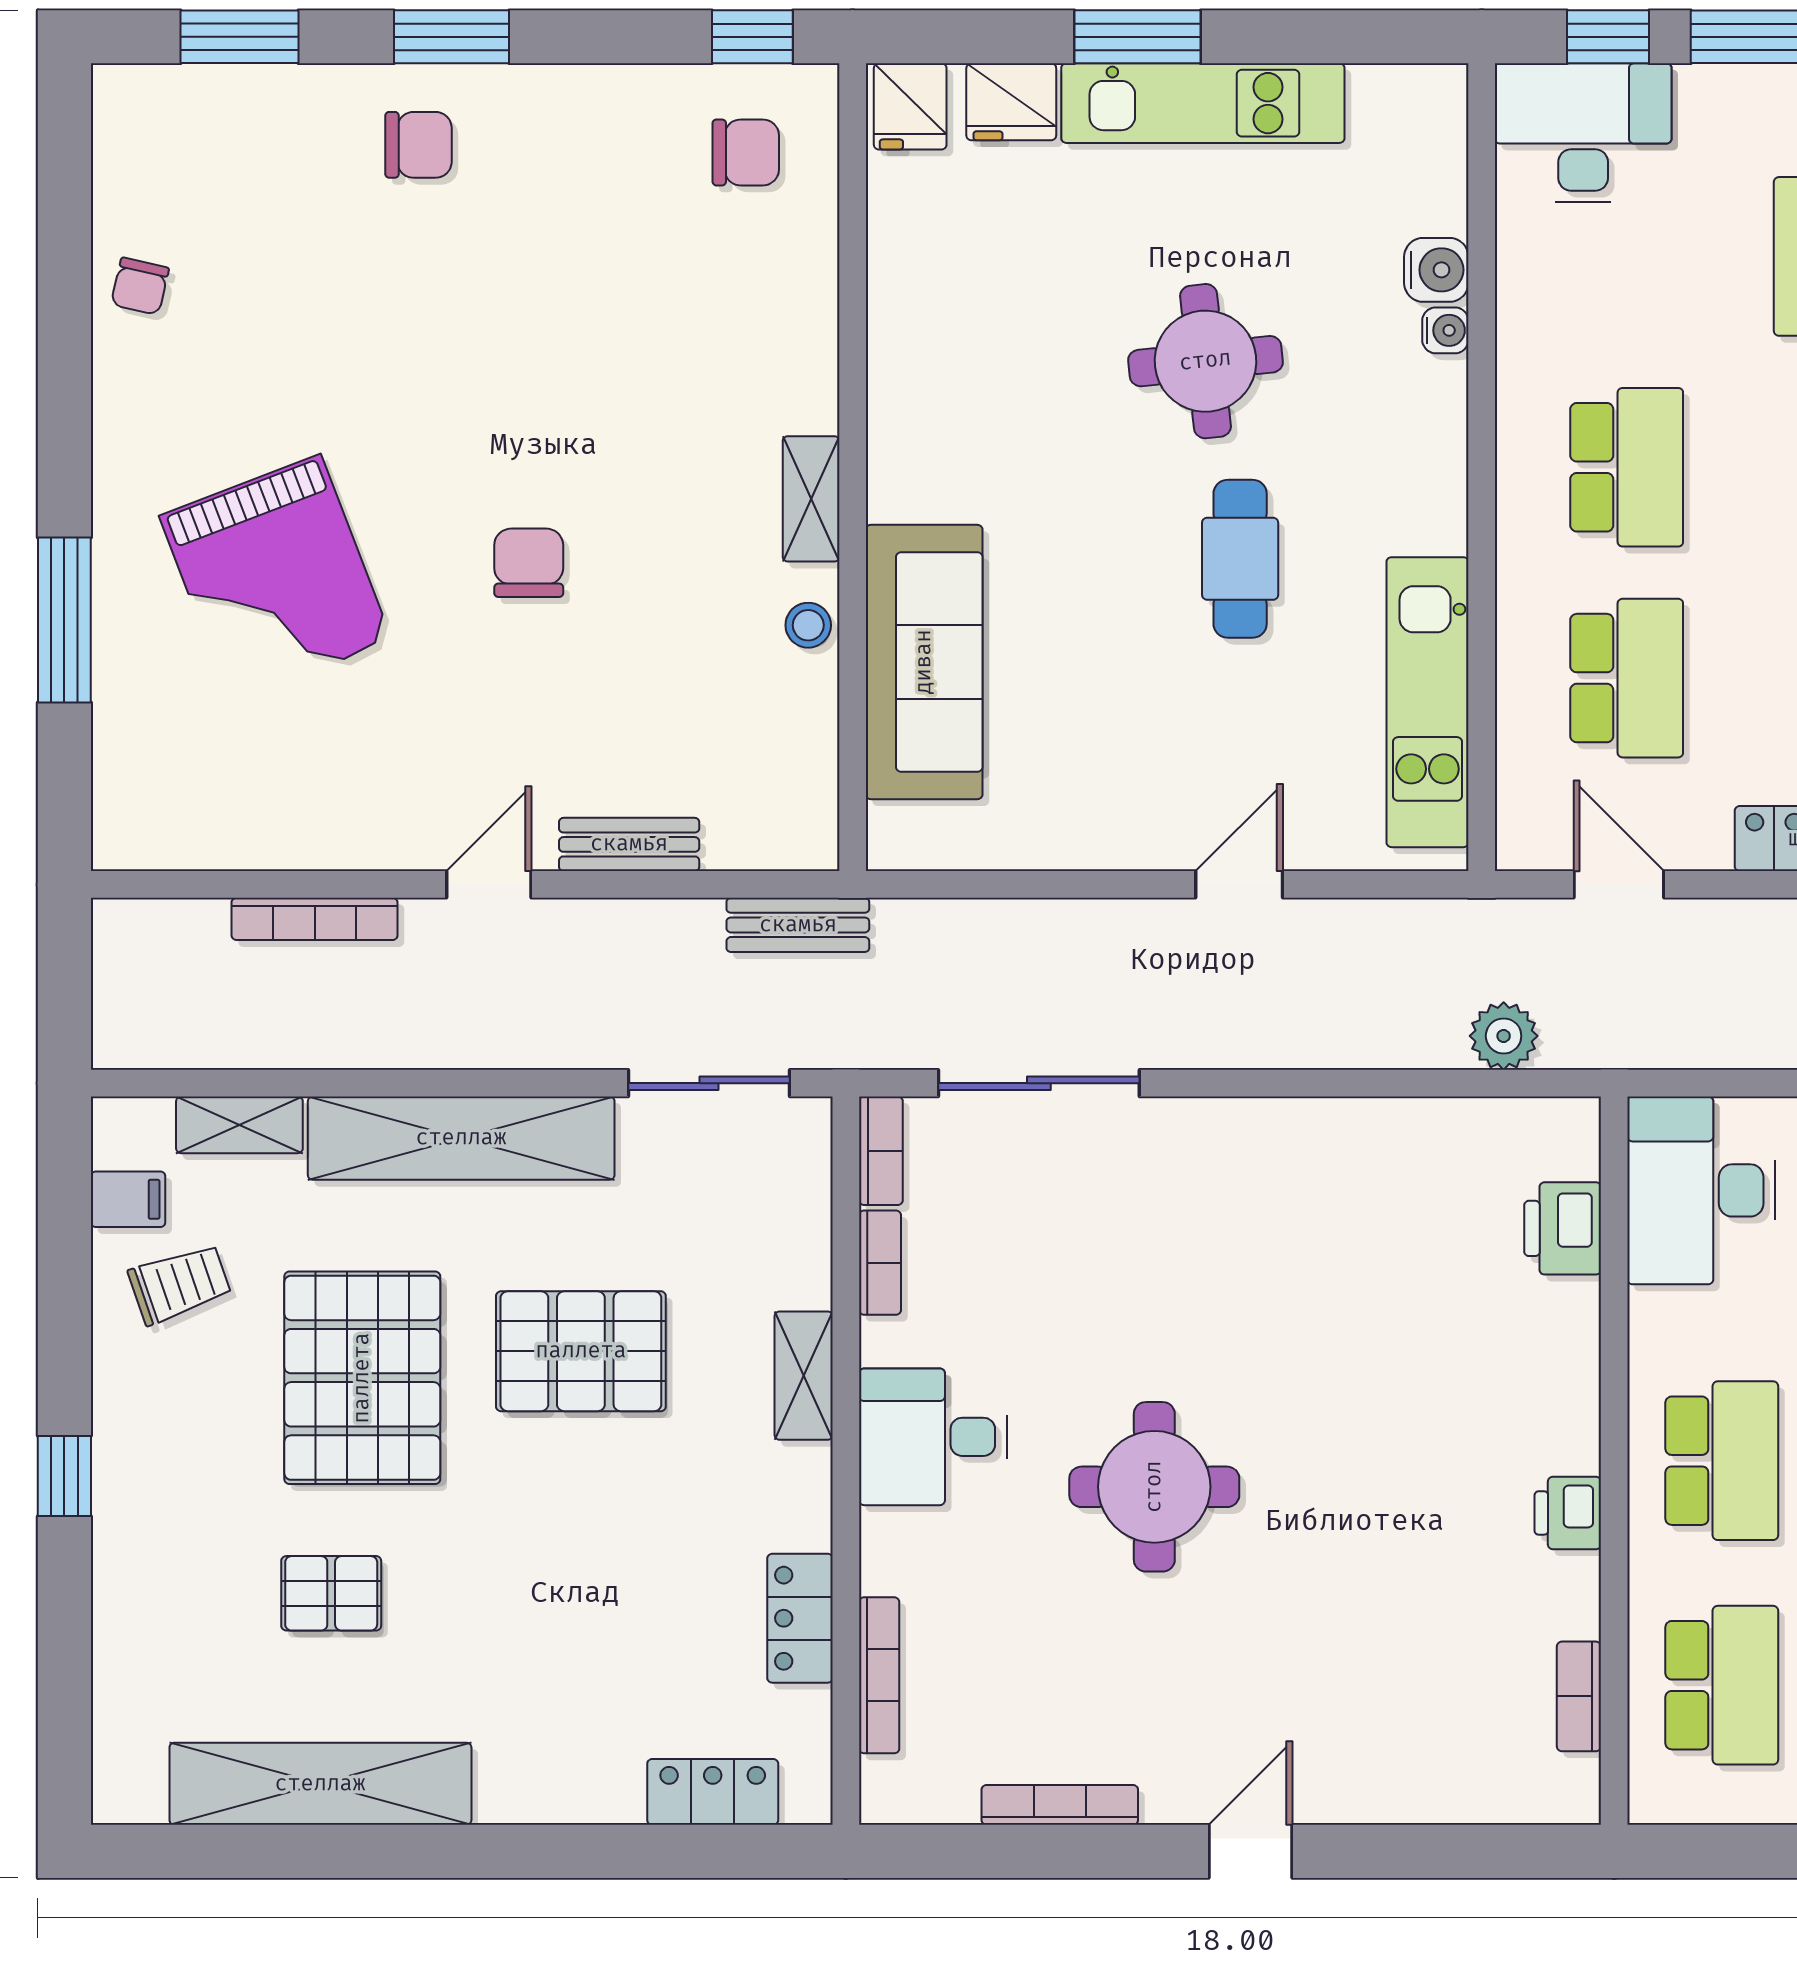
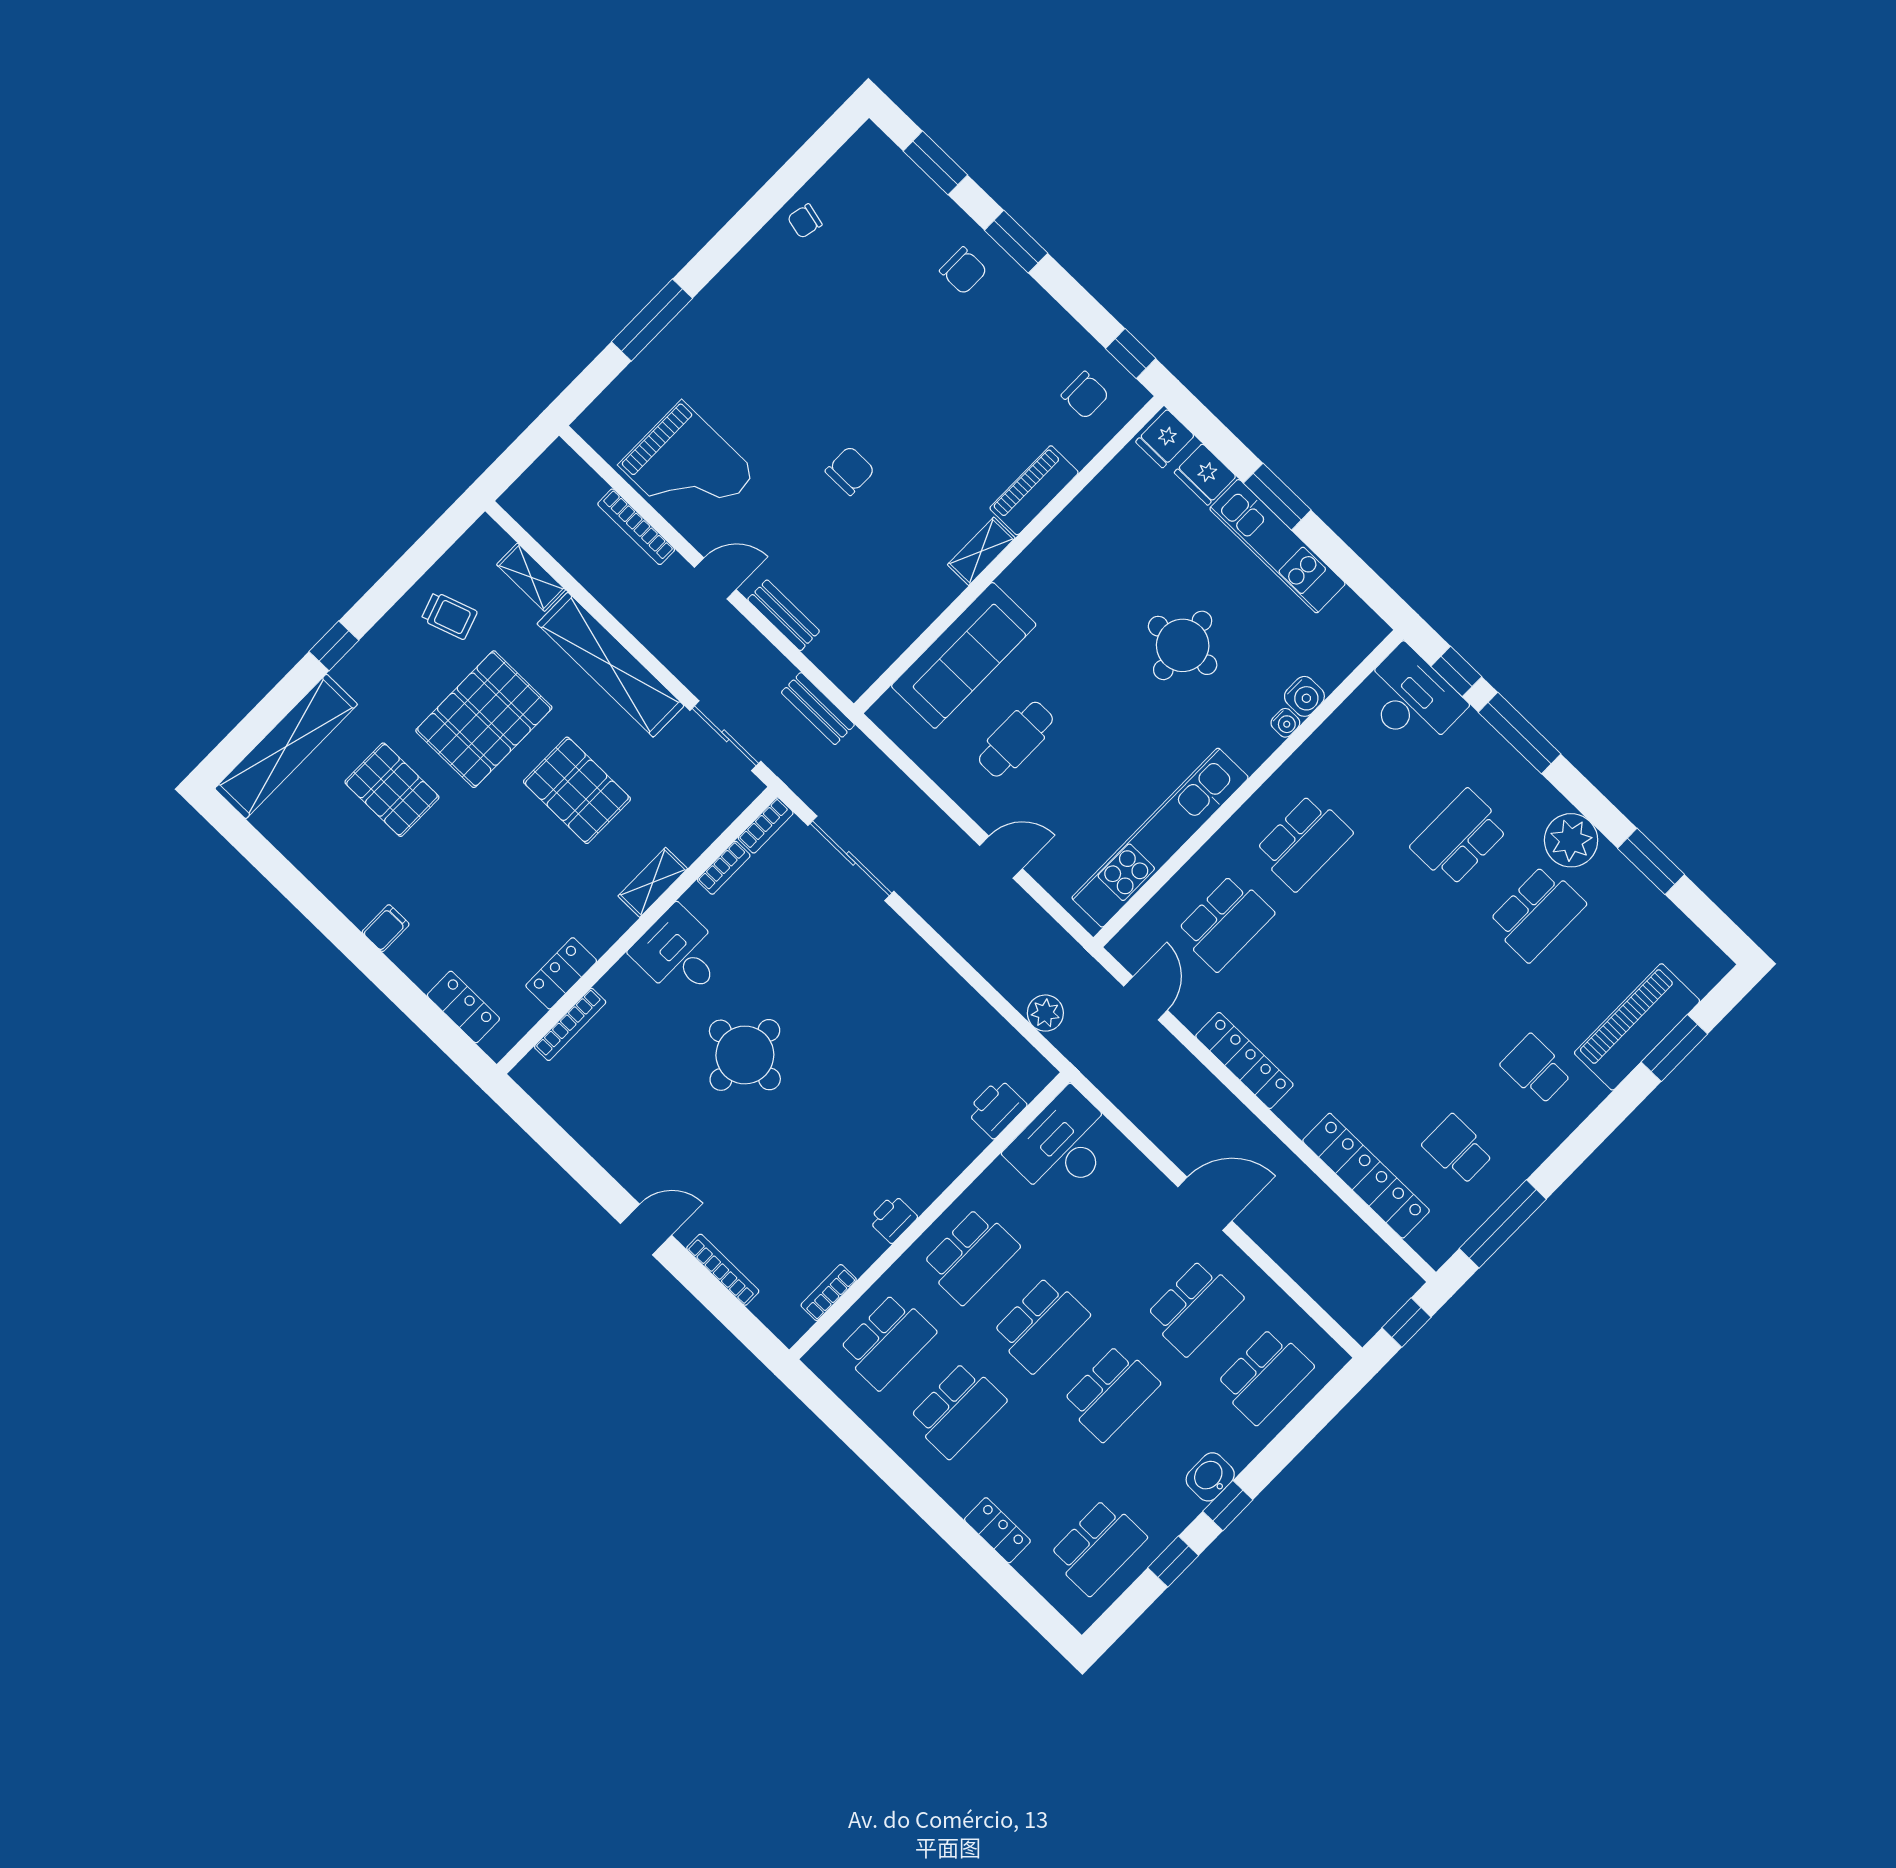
piano: (802, 347) -> (1034, 490), added
cafe table: (1240, 559) -> (1016, 739), moved
grand piano: (276, 578) -> (688, 469), moved, turned -69
stool: (808, 625) -> (933, 598), removed
kitchen unit: (1428, 702) -> (1160, 838), width x1.36
filing cabinet: (128, 1199) -> (386, 928), moved, turned -90
pallet: (331, 1593) -> (392, 790), width x1.50, depth x1.42
shelving: (320, 1784) -> (286, 746), moved, turned 90
bookcase: (1060, 1805) -> (723, 1270), moved

